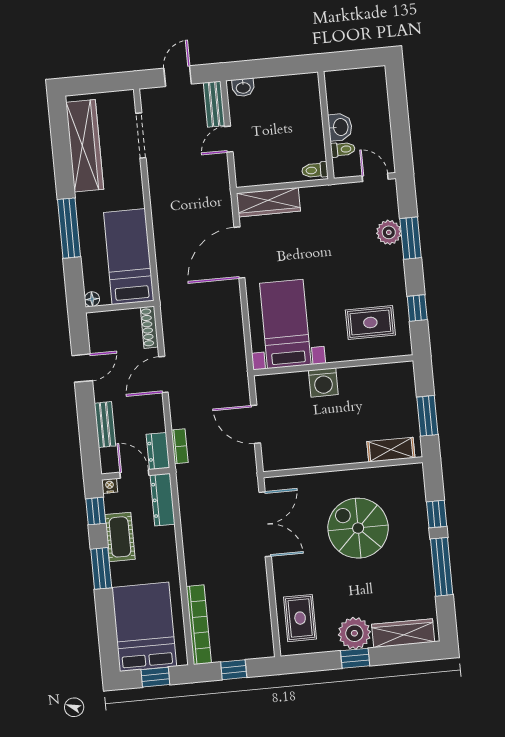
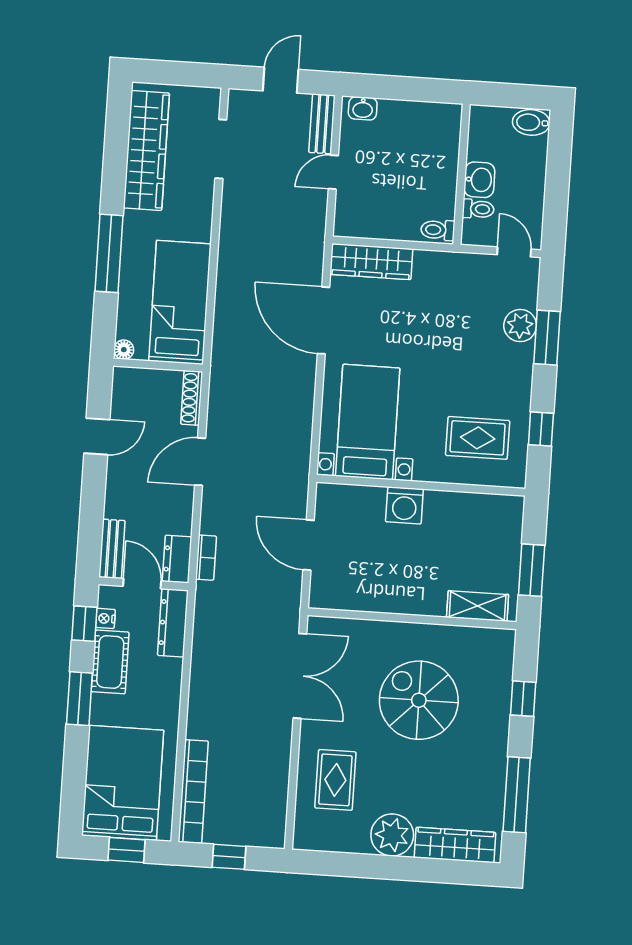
bidet: (372, 77) -> (531, 122), added
door: (239, 253) -> (323, 320), hinge flipped
bench: (105, 425) -> (112, 549), moved
nightstand: (110, 486) -> (105, 618), moved, turned -90
window: (442, 567) -> (517, 795), moved
rug: (300, 618) -> (335, 780), moved
window: (355, 658) -> (388, 867), removed

